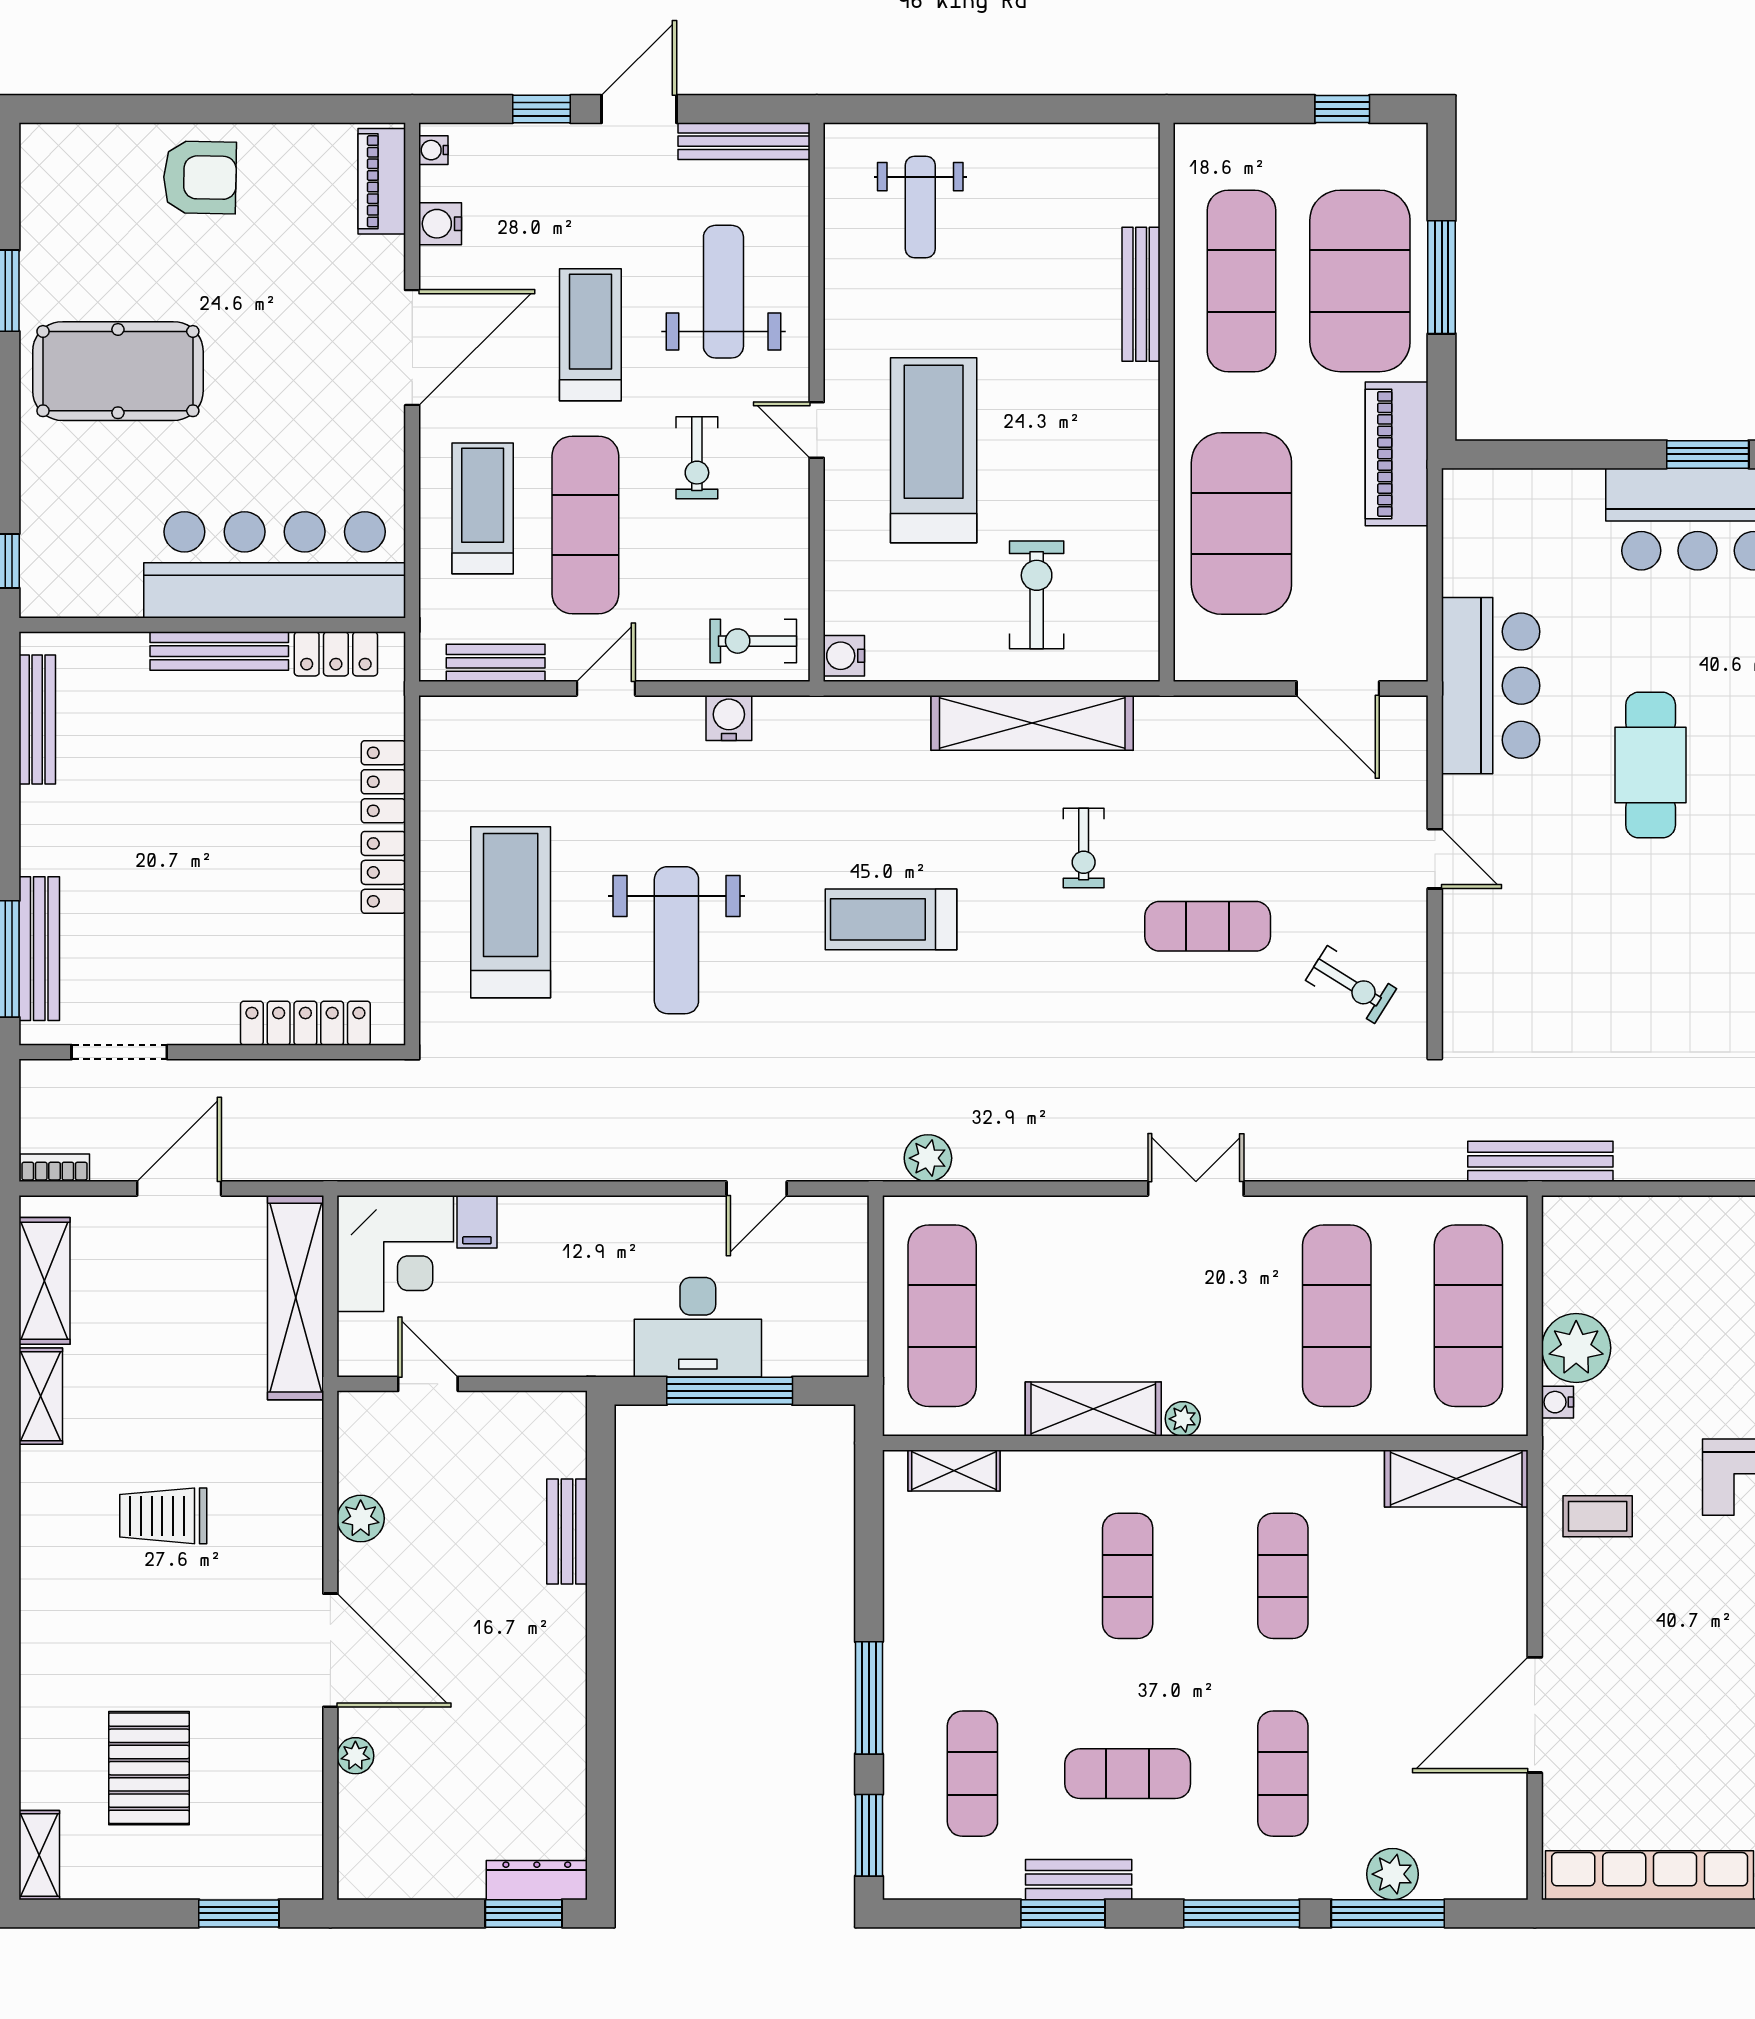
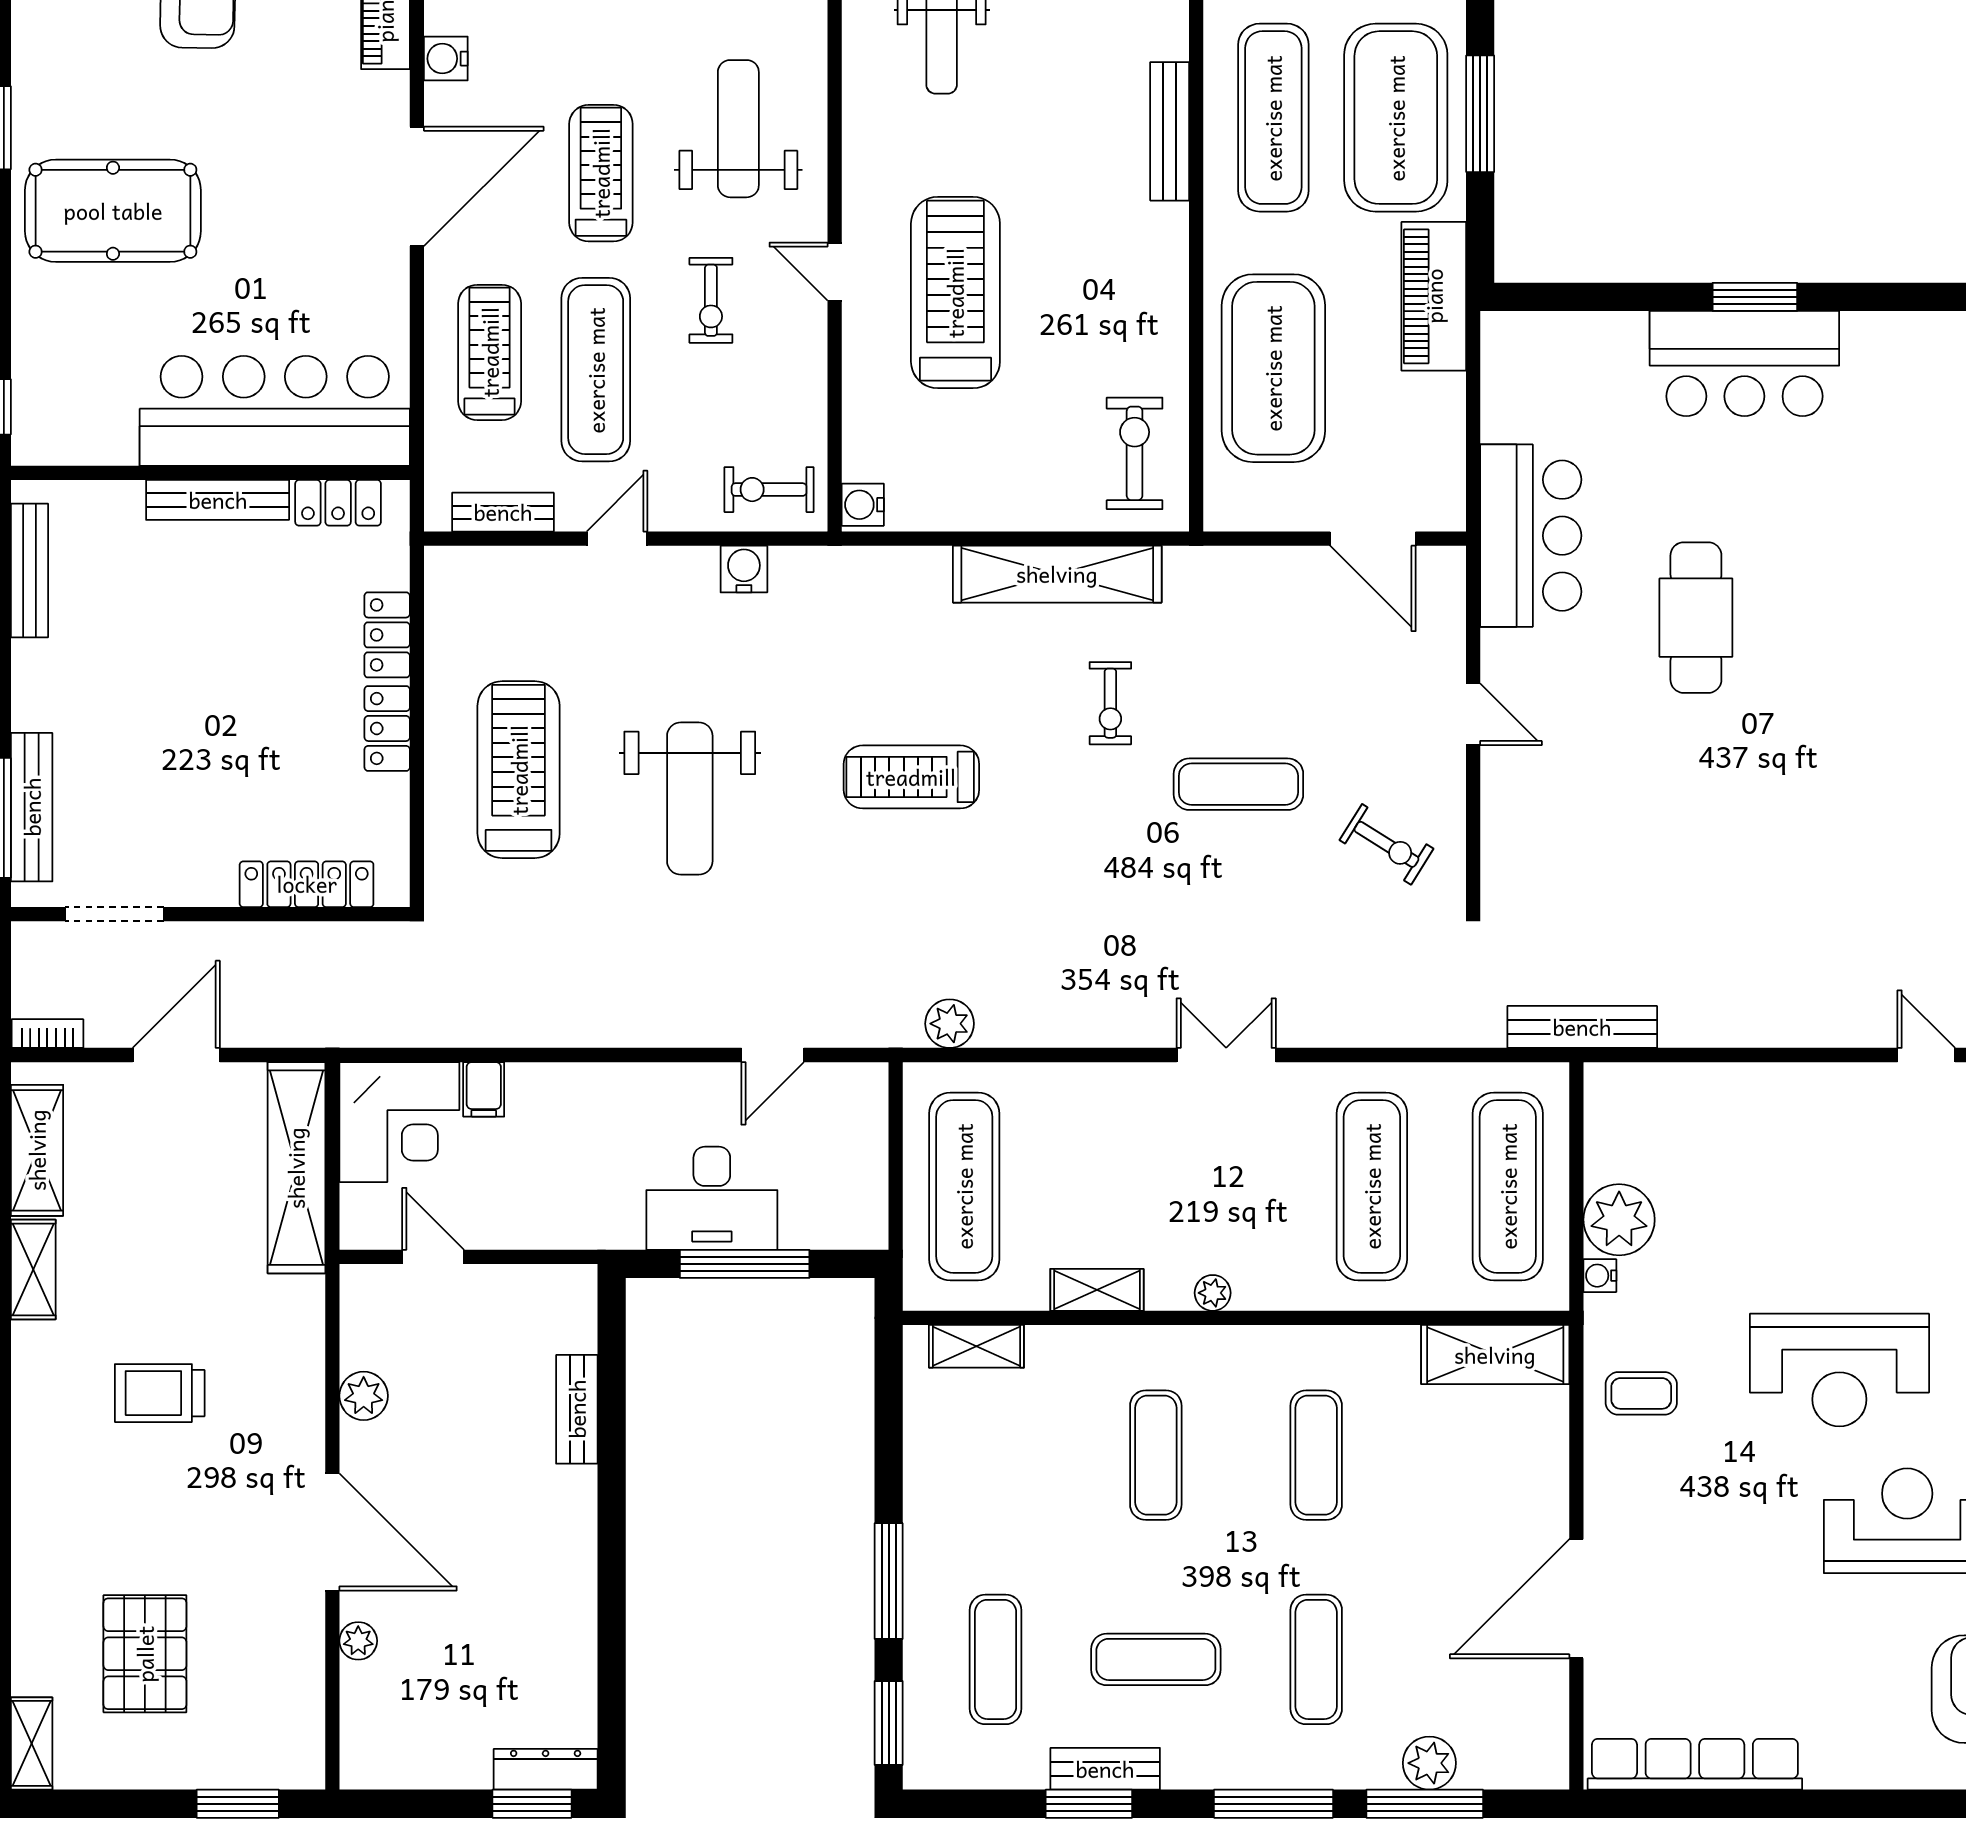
exercise bike: (1037, 595) -> (1135, 453), moved
shelving: (1093, 1409) -> (1097, 1290), width x0.67, depth x0.75

